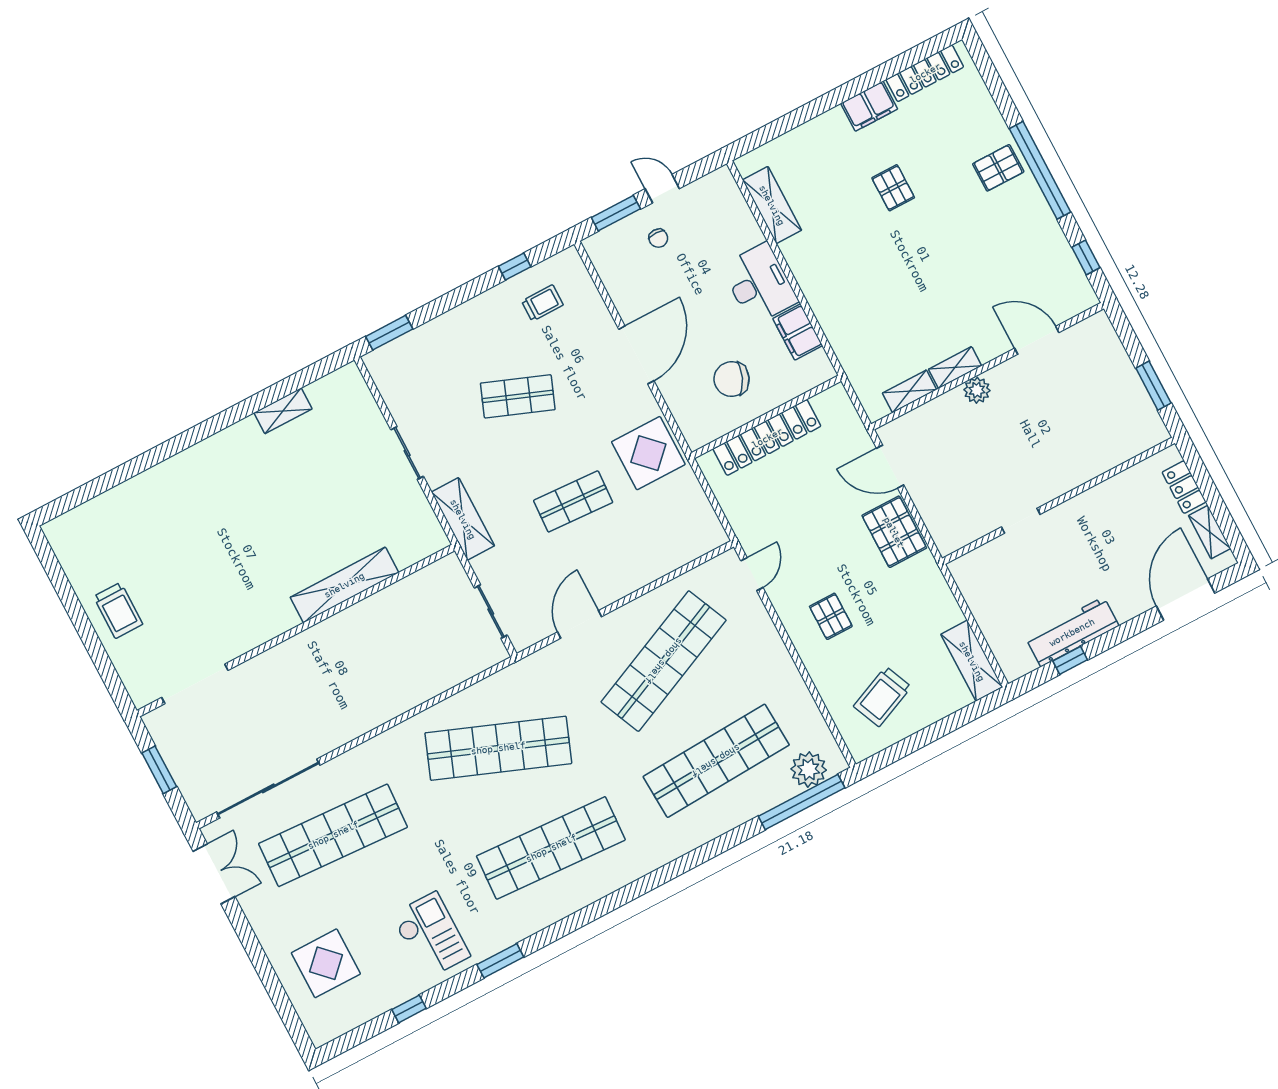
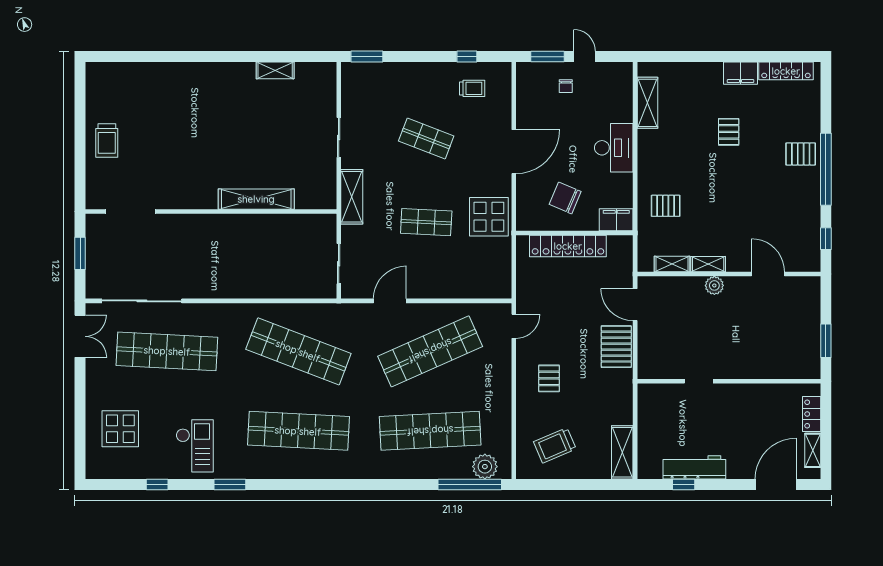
pallet: (863, 322) -> (666, 206), added
filing cabinet: (798, 332) -> (616, 220), moved, turned 90

